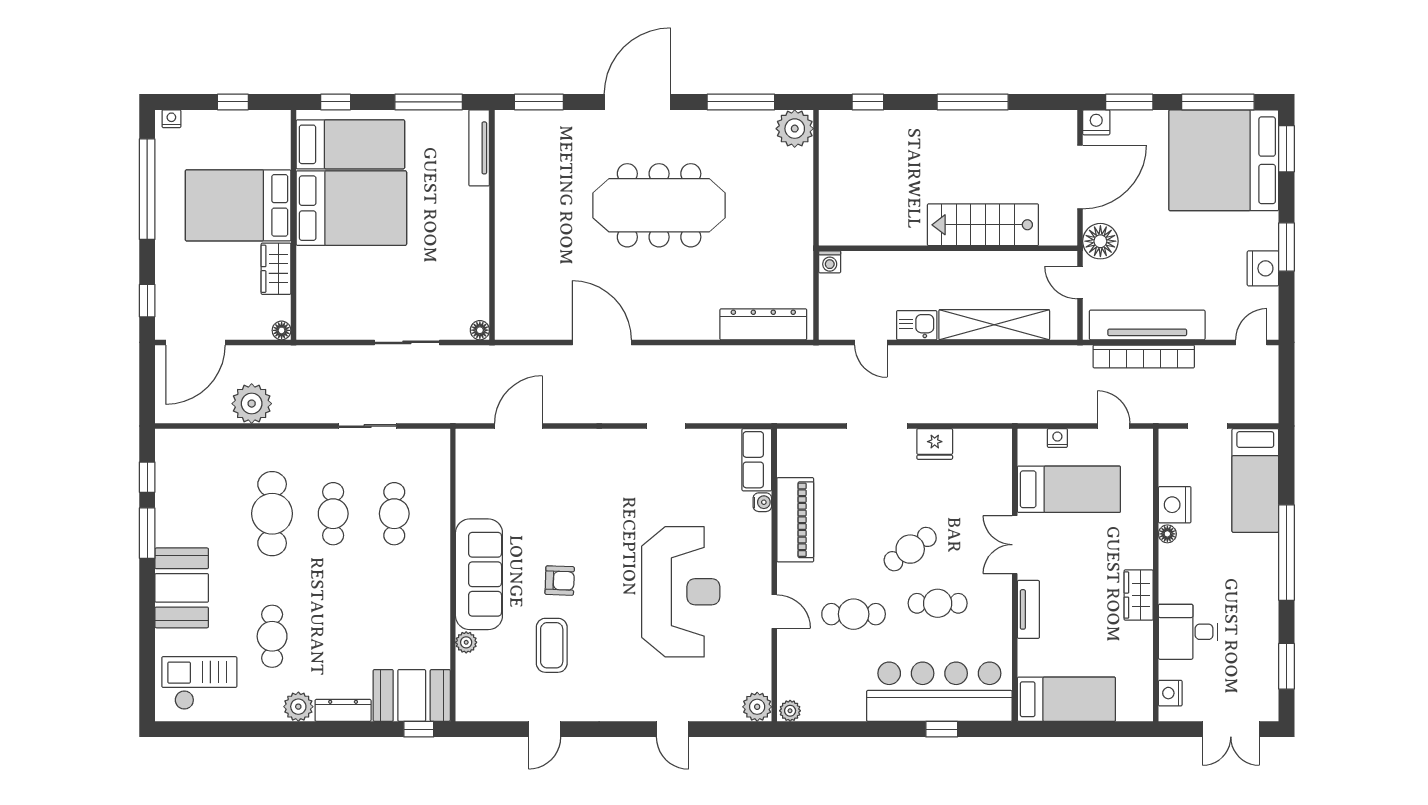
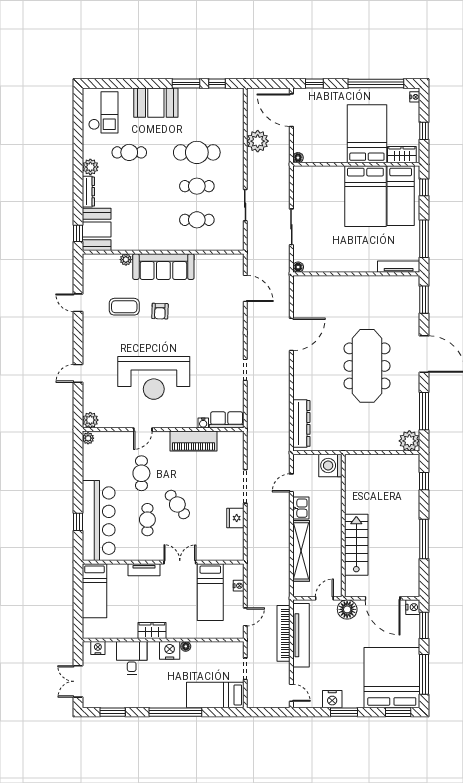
washing machine: (830, 262) -> (330, 465), width x1.89, depth x1.89
wardrobe: (276, 269) -> (402, 155), moved
nightstand: (1175, 505) -> (170, 650), moved

